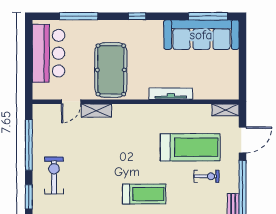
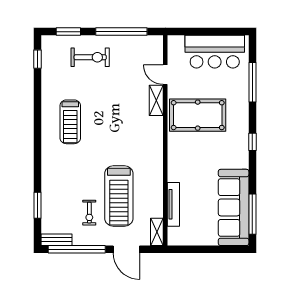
tv unit: (171, 94) -> (173, 204), moved
treadmill: (144, 194) -> (70, 122), moved

